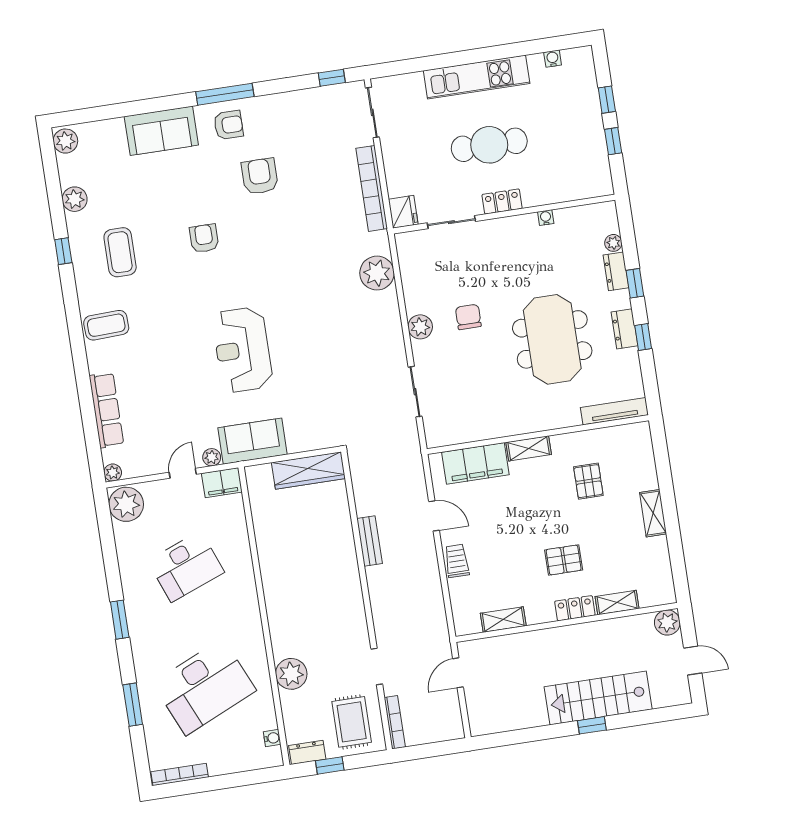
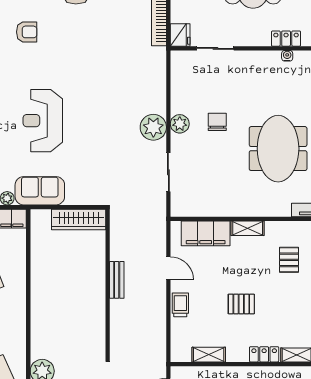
locker: (502, 202) -> (286, 39), moved
armchair: (204, 238) -> (27, 32), turned 90
plant: (377, 273) -> (153, 127), moved
pallet: (564, 560) -> (241, 304), moved

